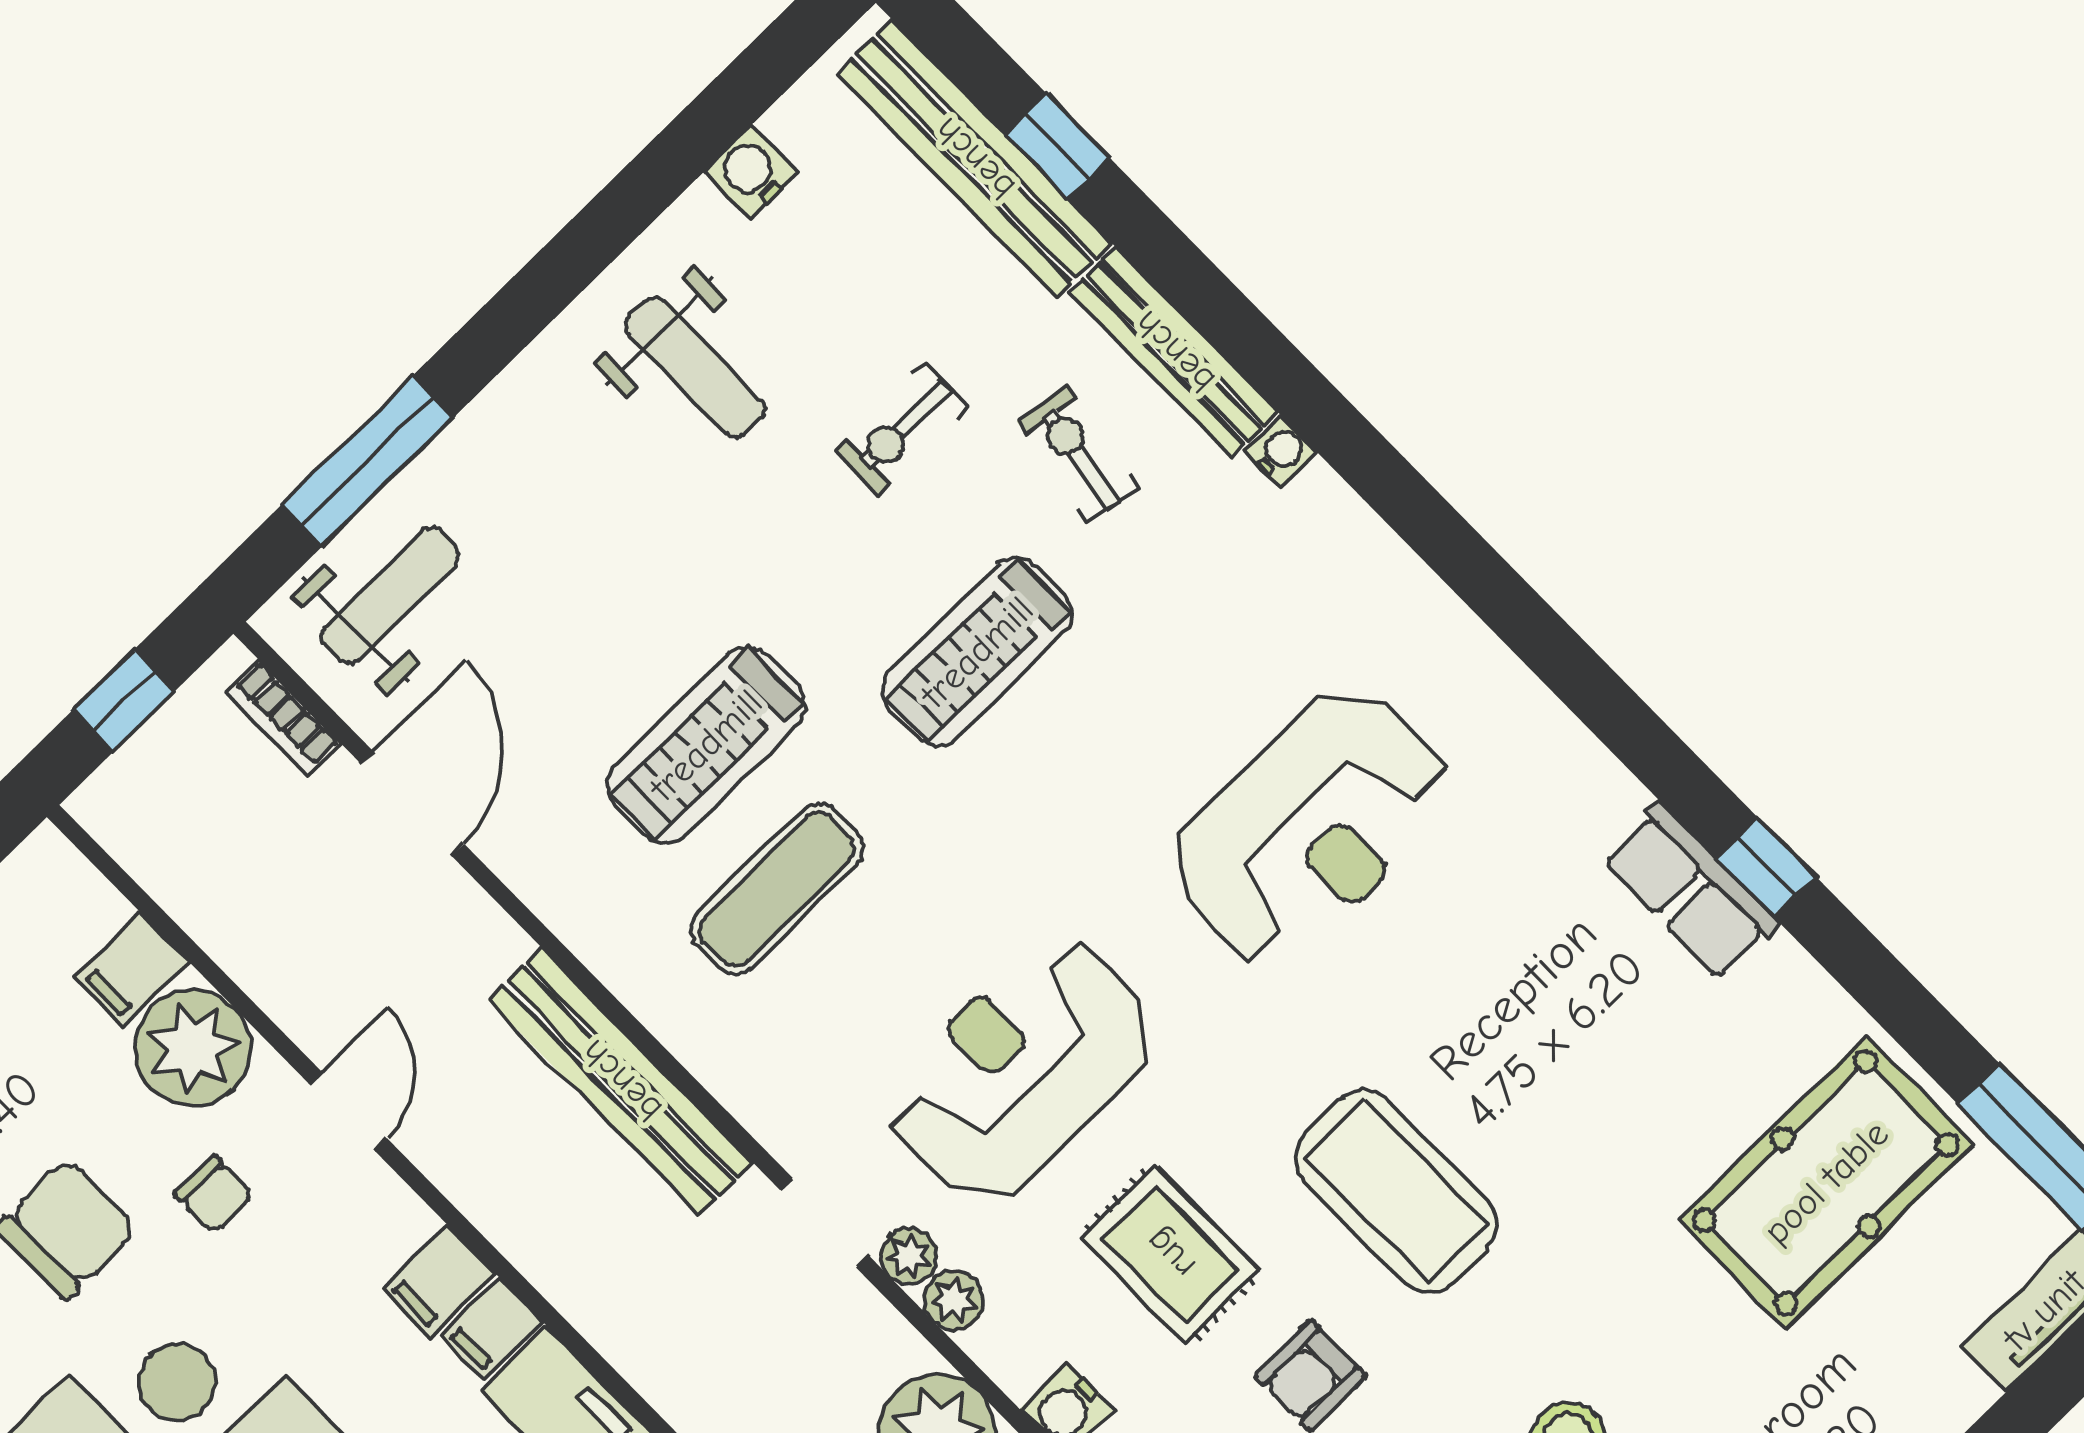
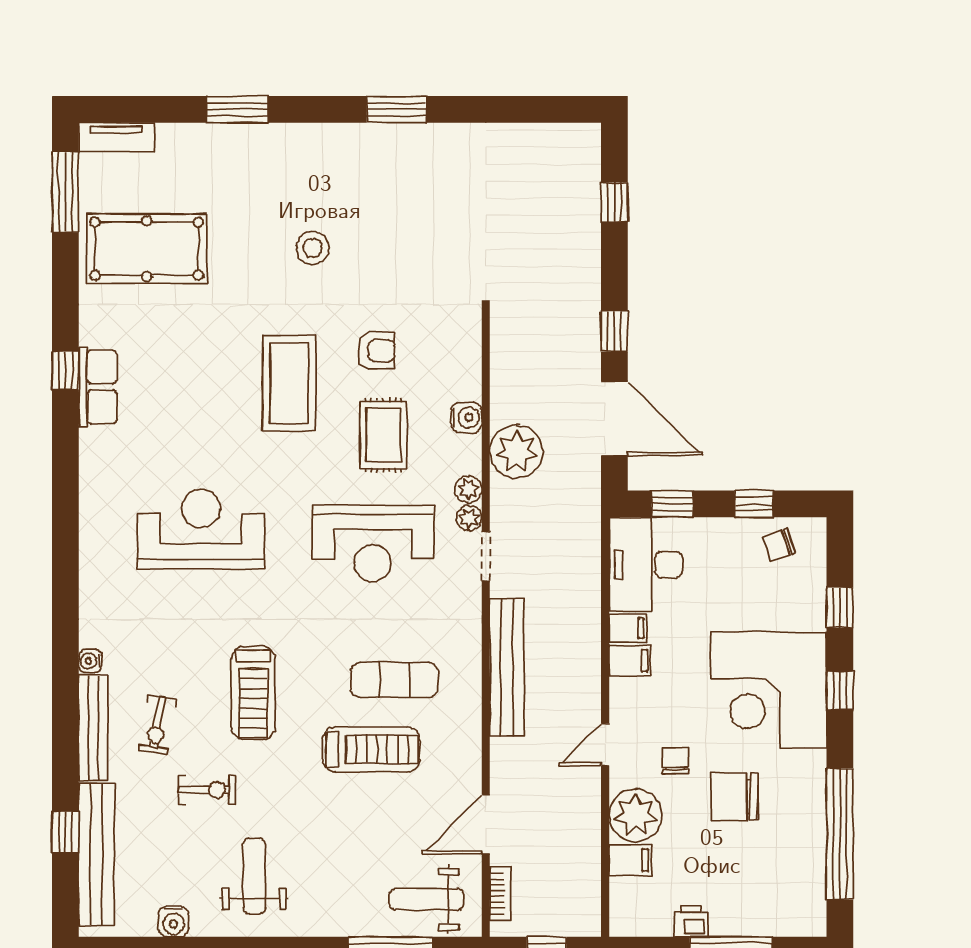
treadmill: (977, 652) -> (253, 693), turned 90

